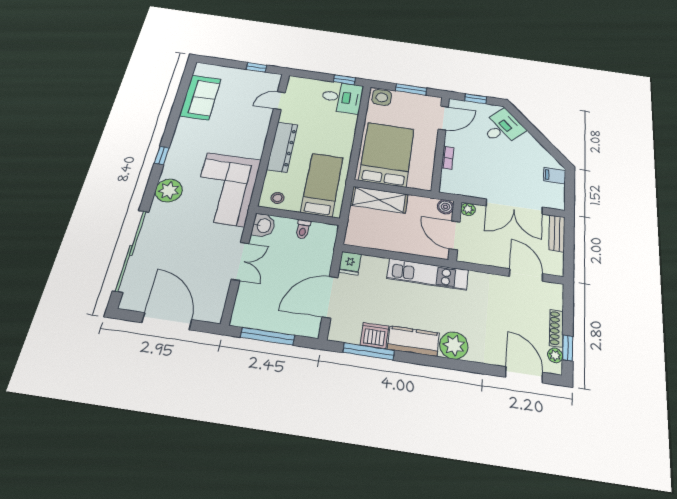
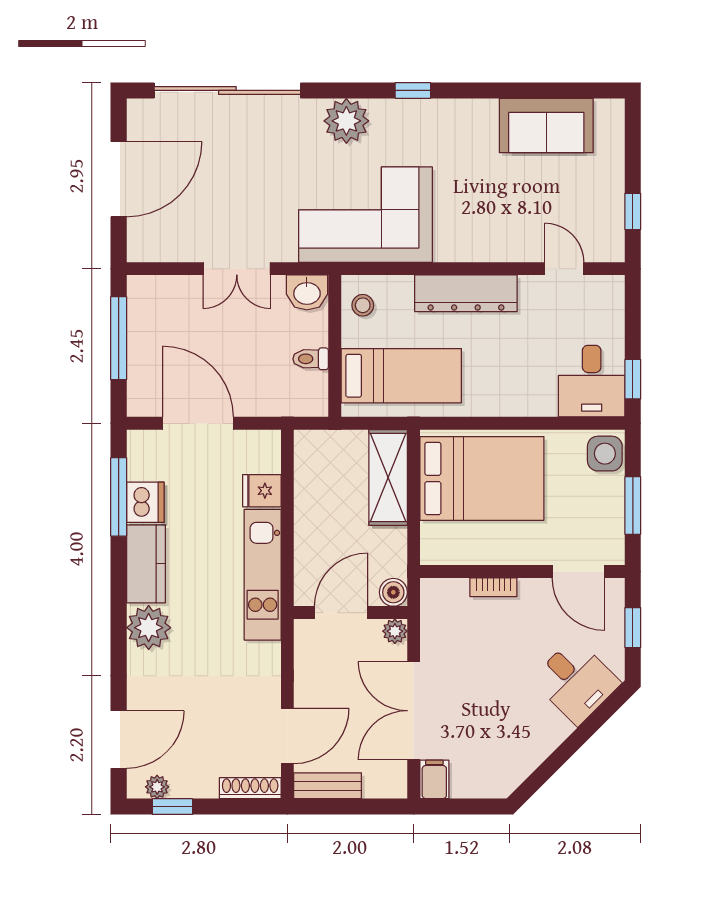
filing cabinet: (555, 176) -> (434, 779), moved
bench: (557, 233) -> (328, 786), moved
fridge: (350, 263) -> (262, 491), moved
shoe rack: (556, 328) -> (250, 788), moved

